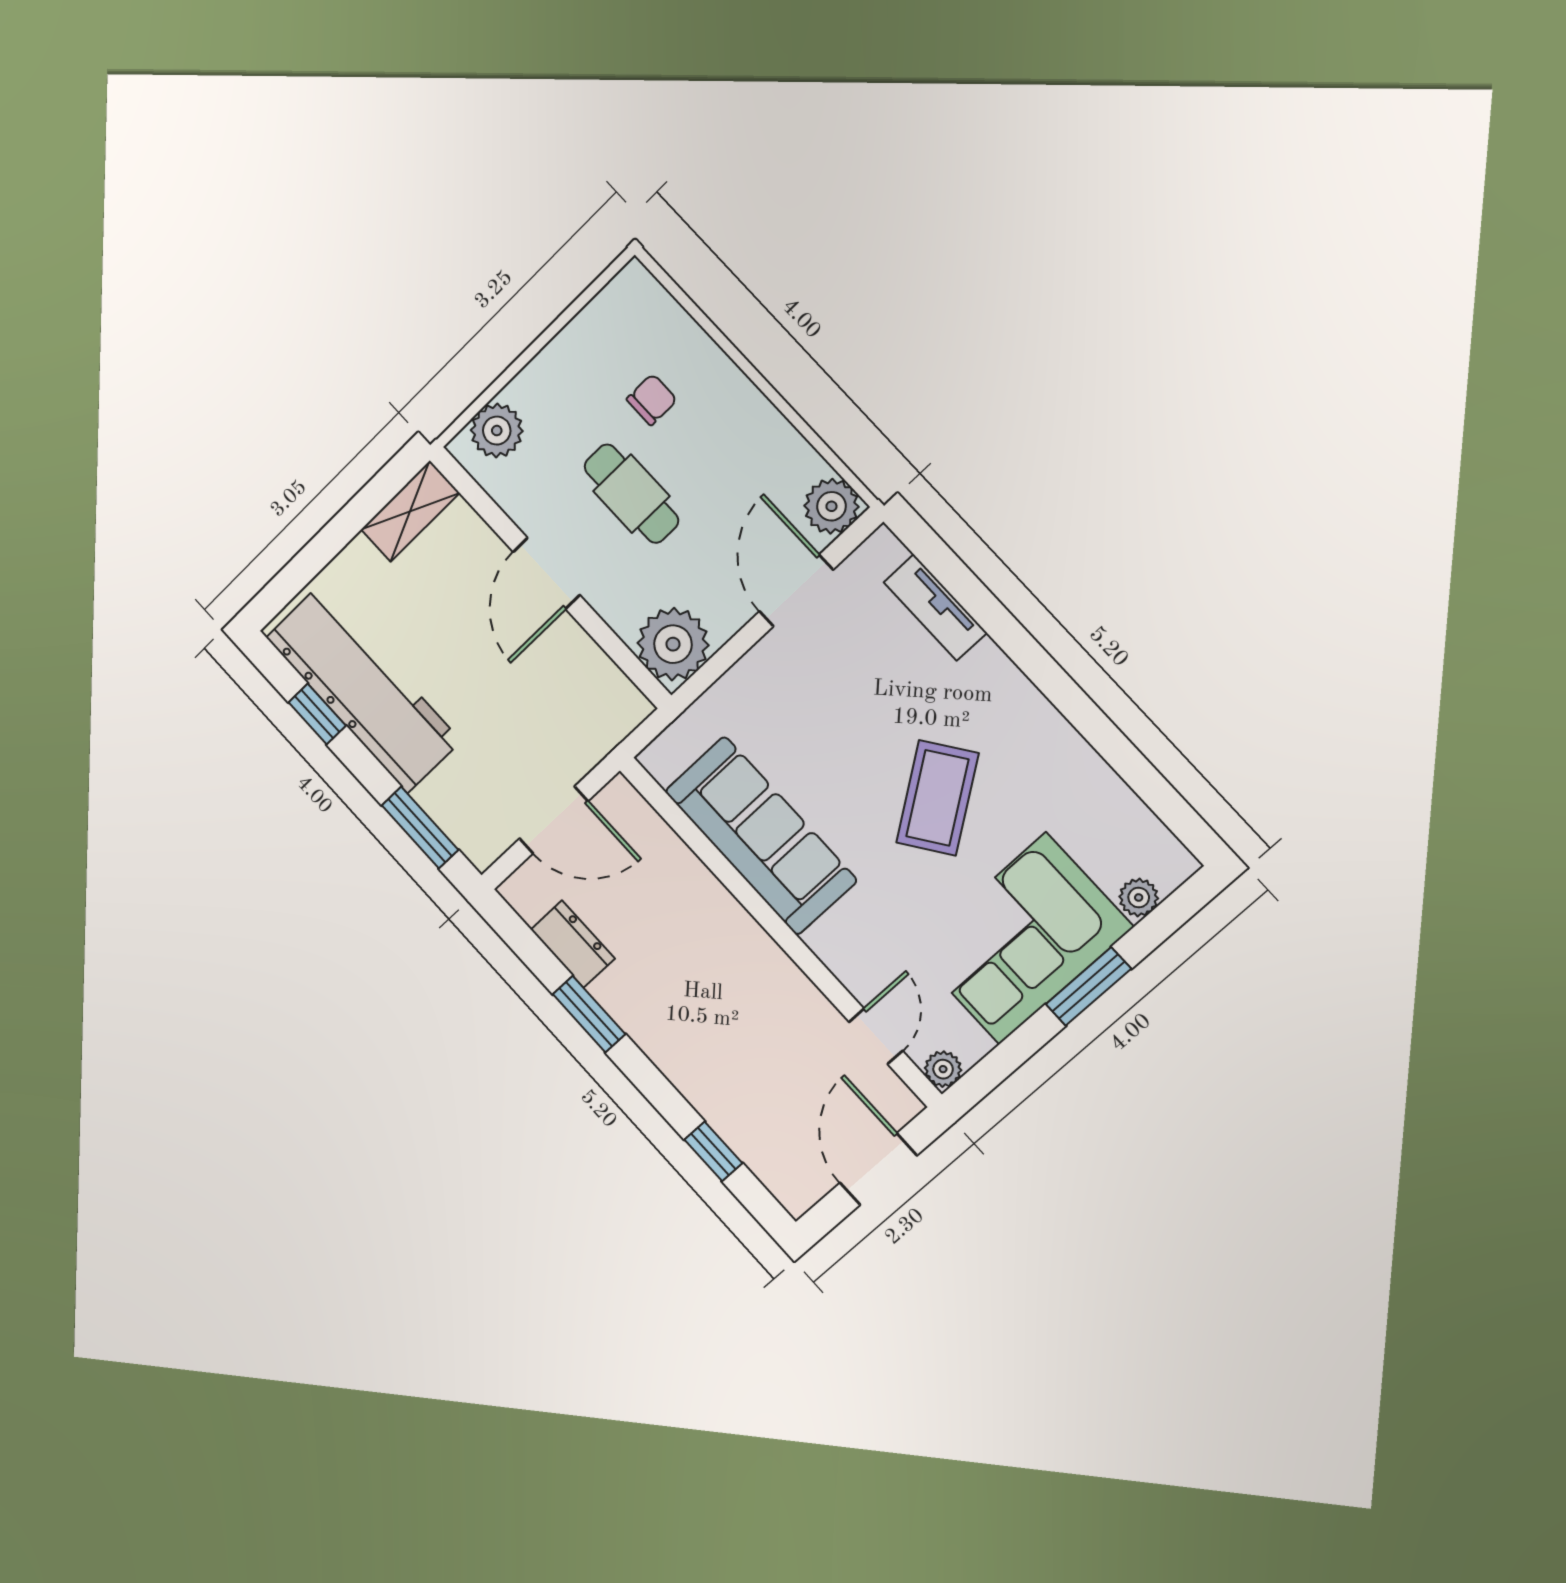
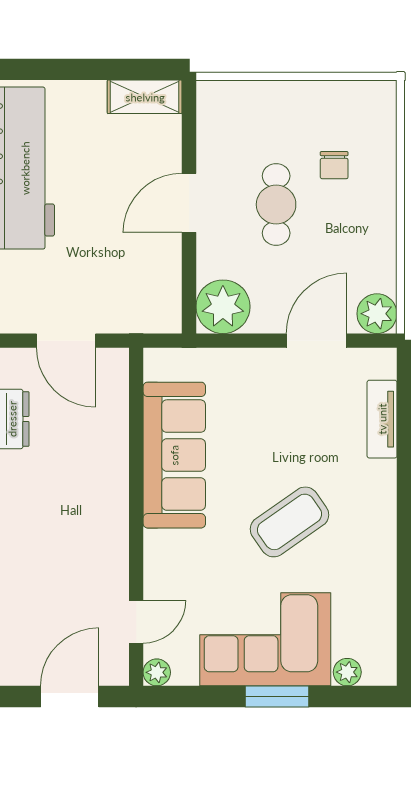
chair: (652, 400) -> (334, 165), turned 90
plant: (497, 431) -> (234, 100), removed

